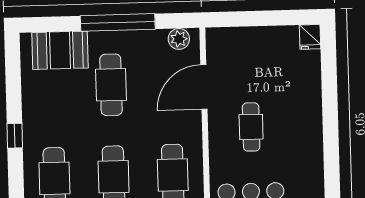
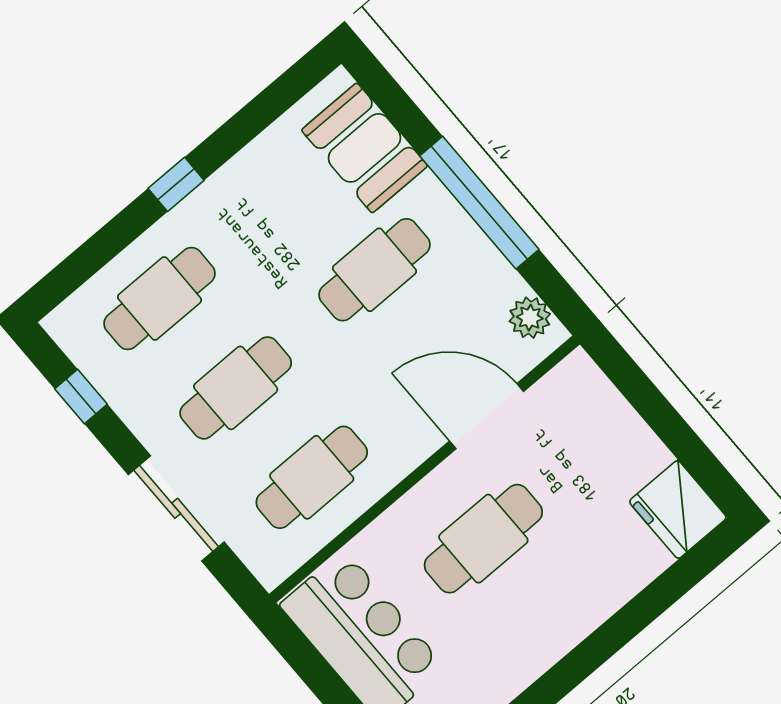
fridge: (310, 37) -> (678, 510), width x1.88, depth x1.34
cafe table: (251, 127) -> (483, 539), width x1.37, depth x1.35

